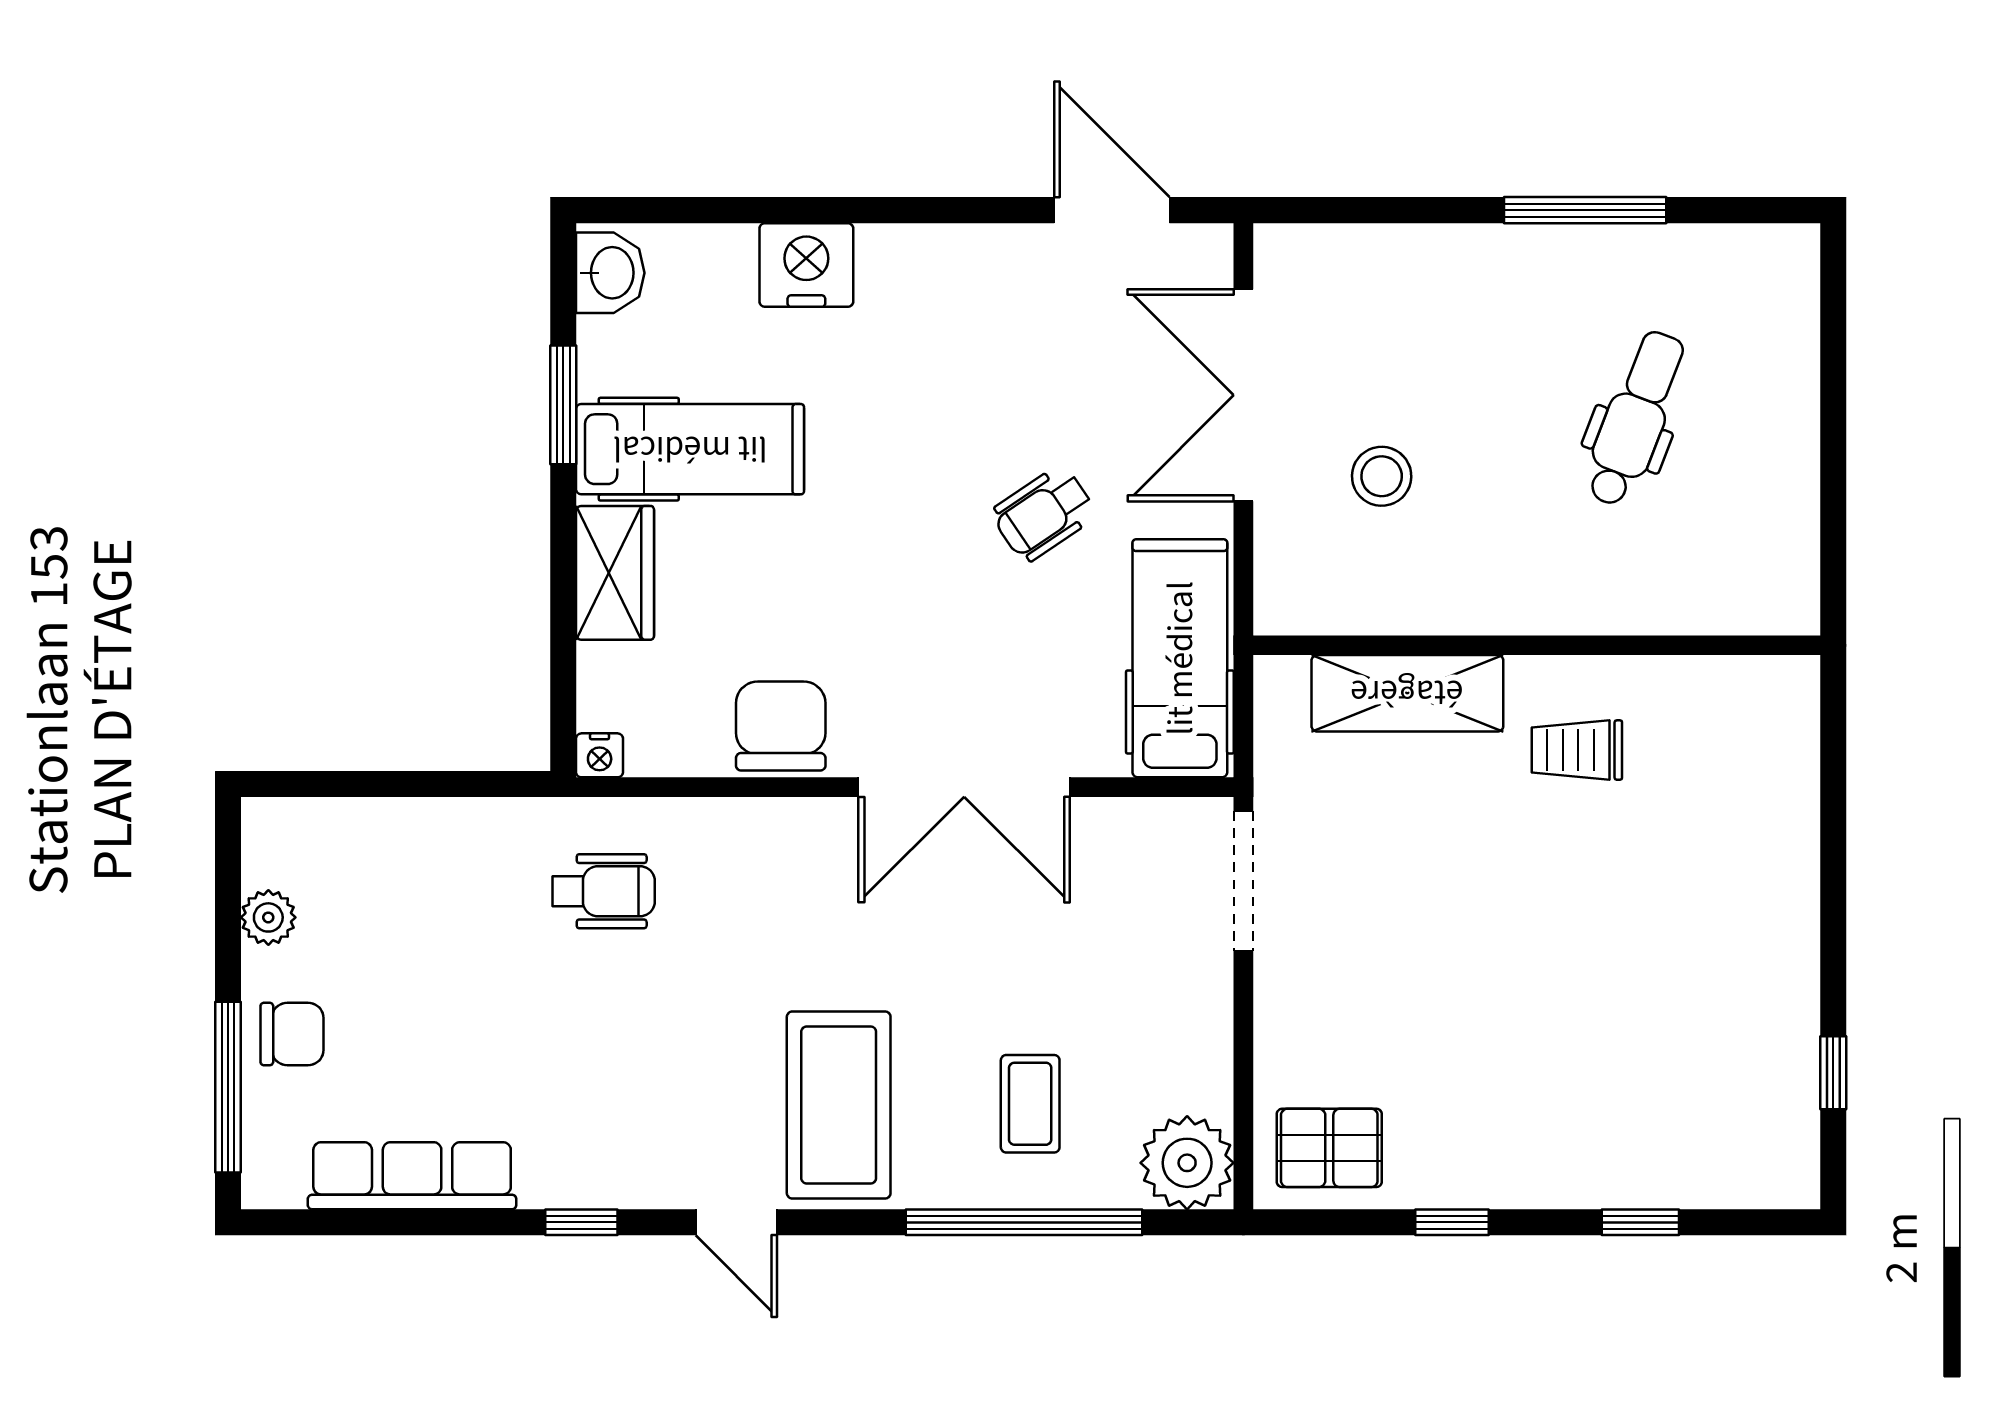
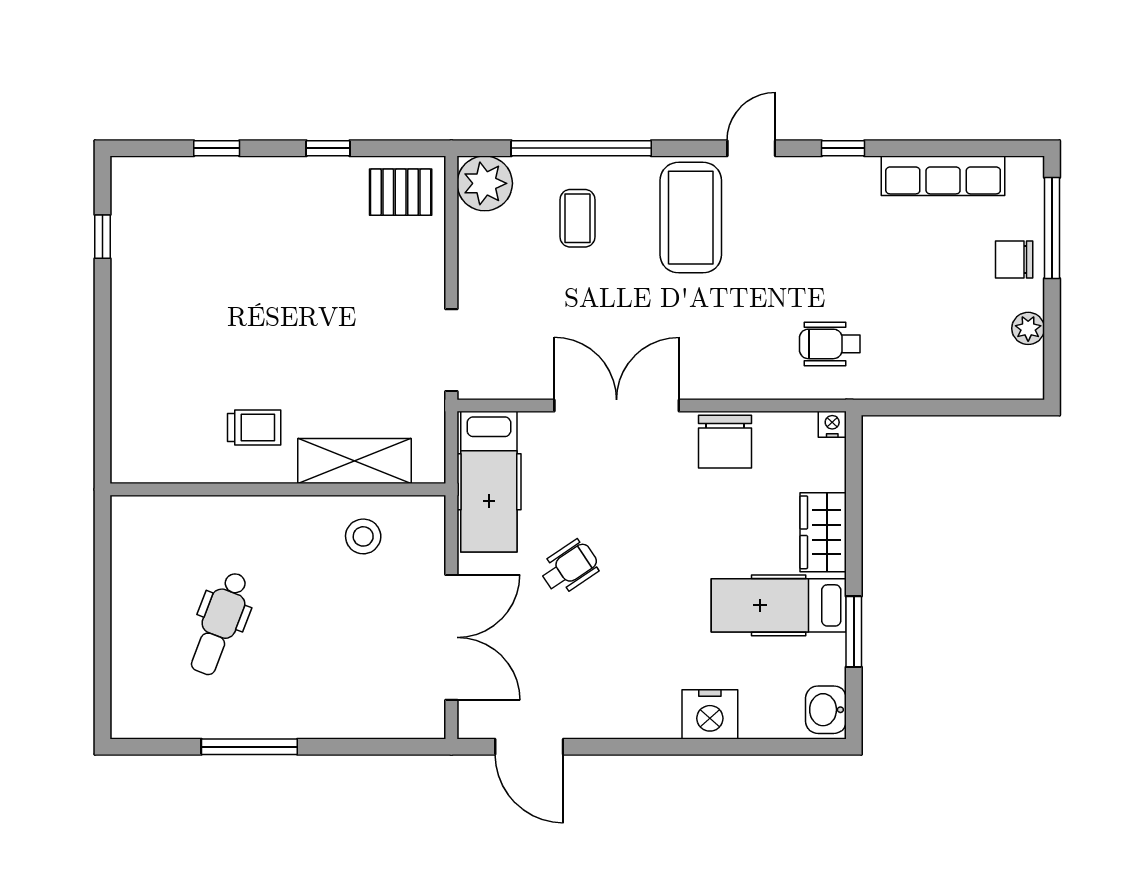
stool: (1382, 476) -> (363, 536), moved
door: (736, 1222) -> (751, 148), hinge flipped

